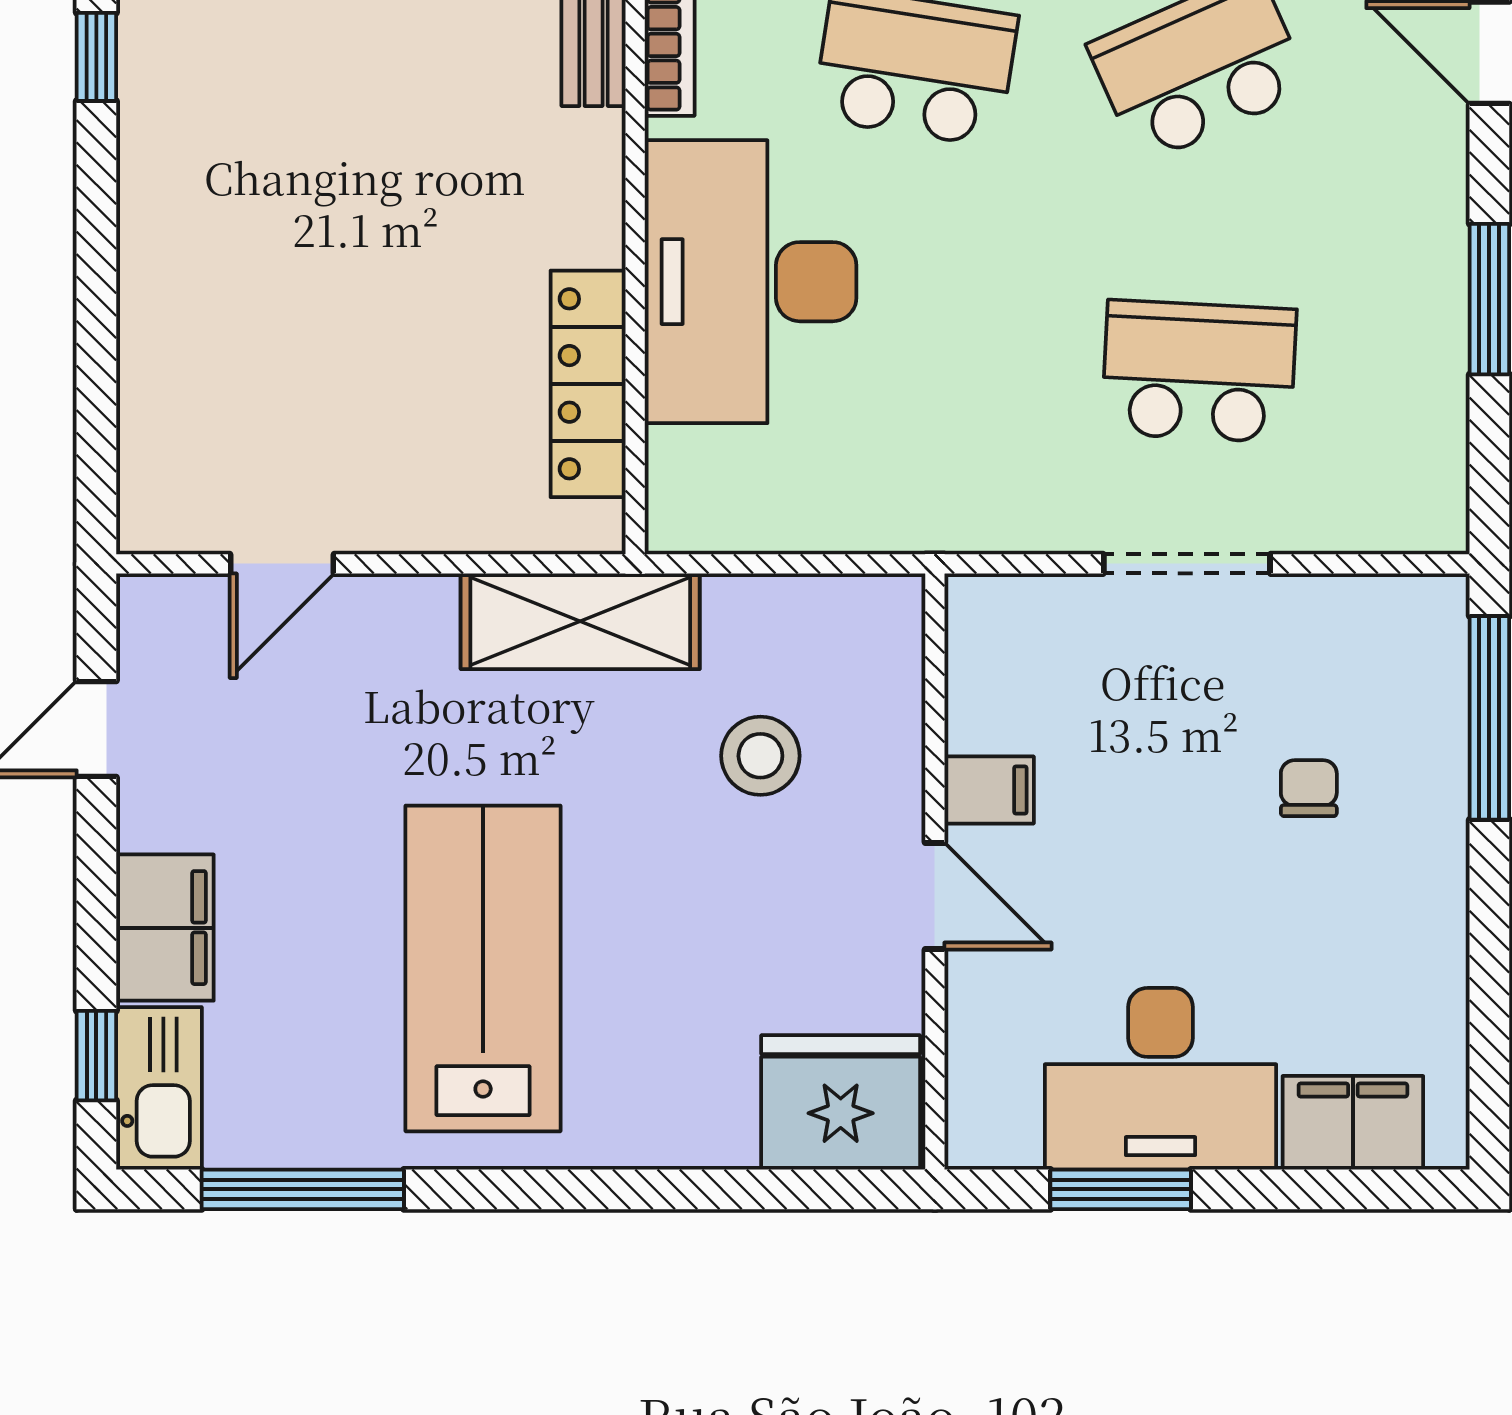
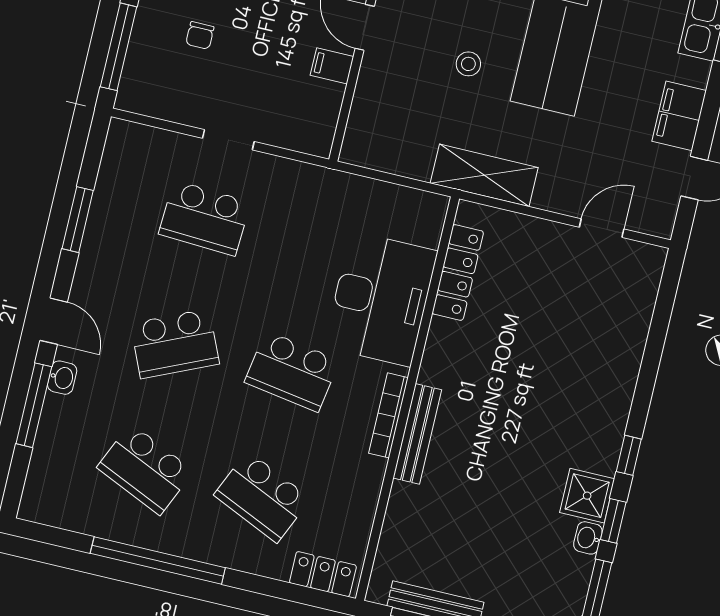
doorway: (1187, 564) -> (228, 140), width x0.73
stool: (760, 756) -> (468, 64), moved, width x0.73, depth x0.73
filing cabinet: (165, 928) -> (679, 116), moved

